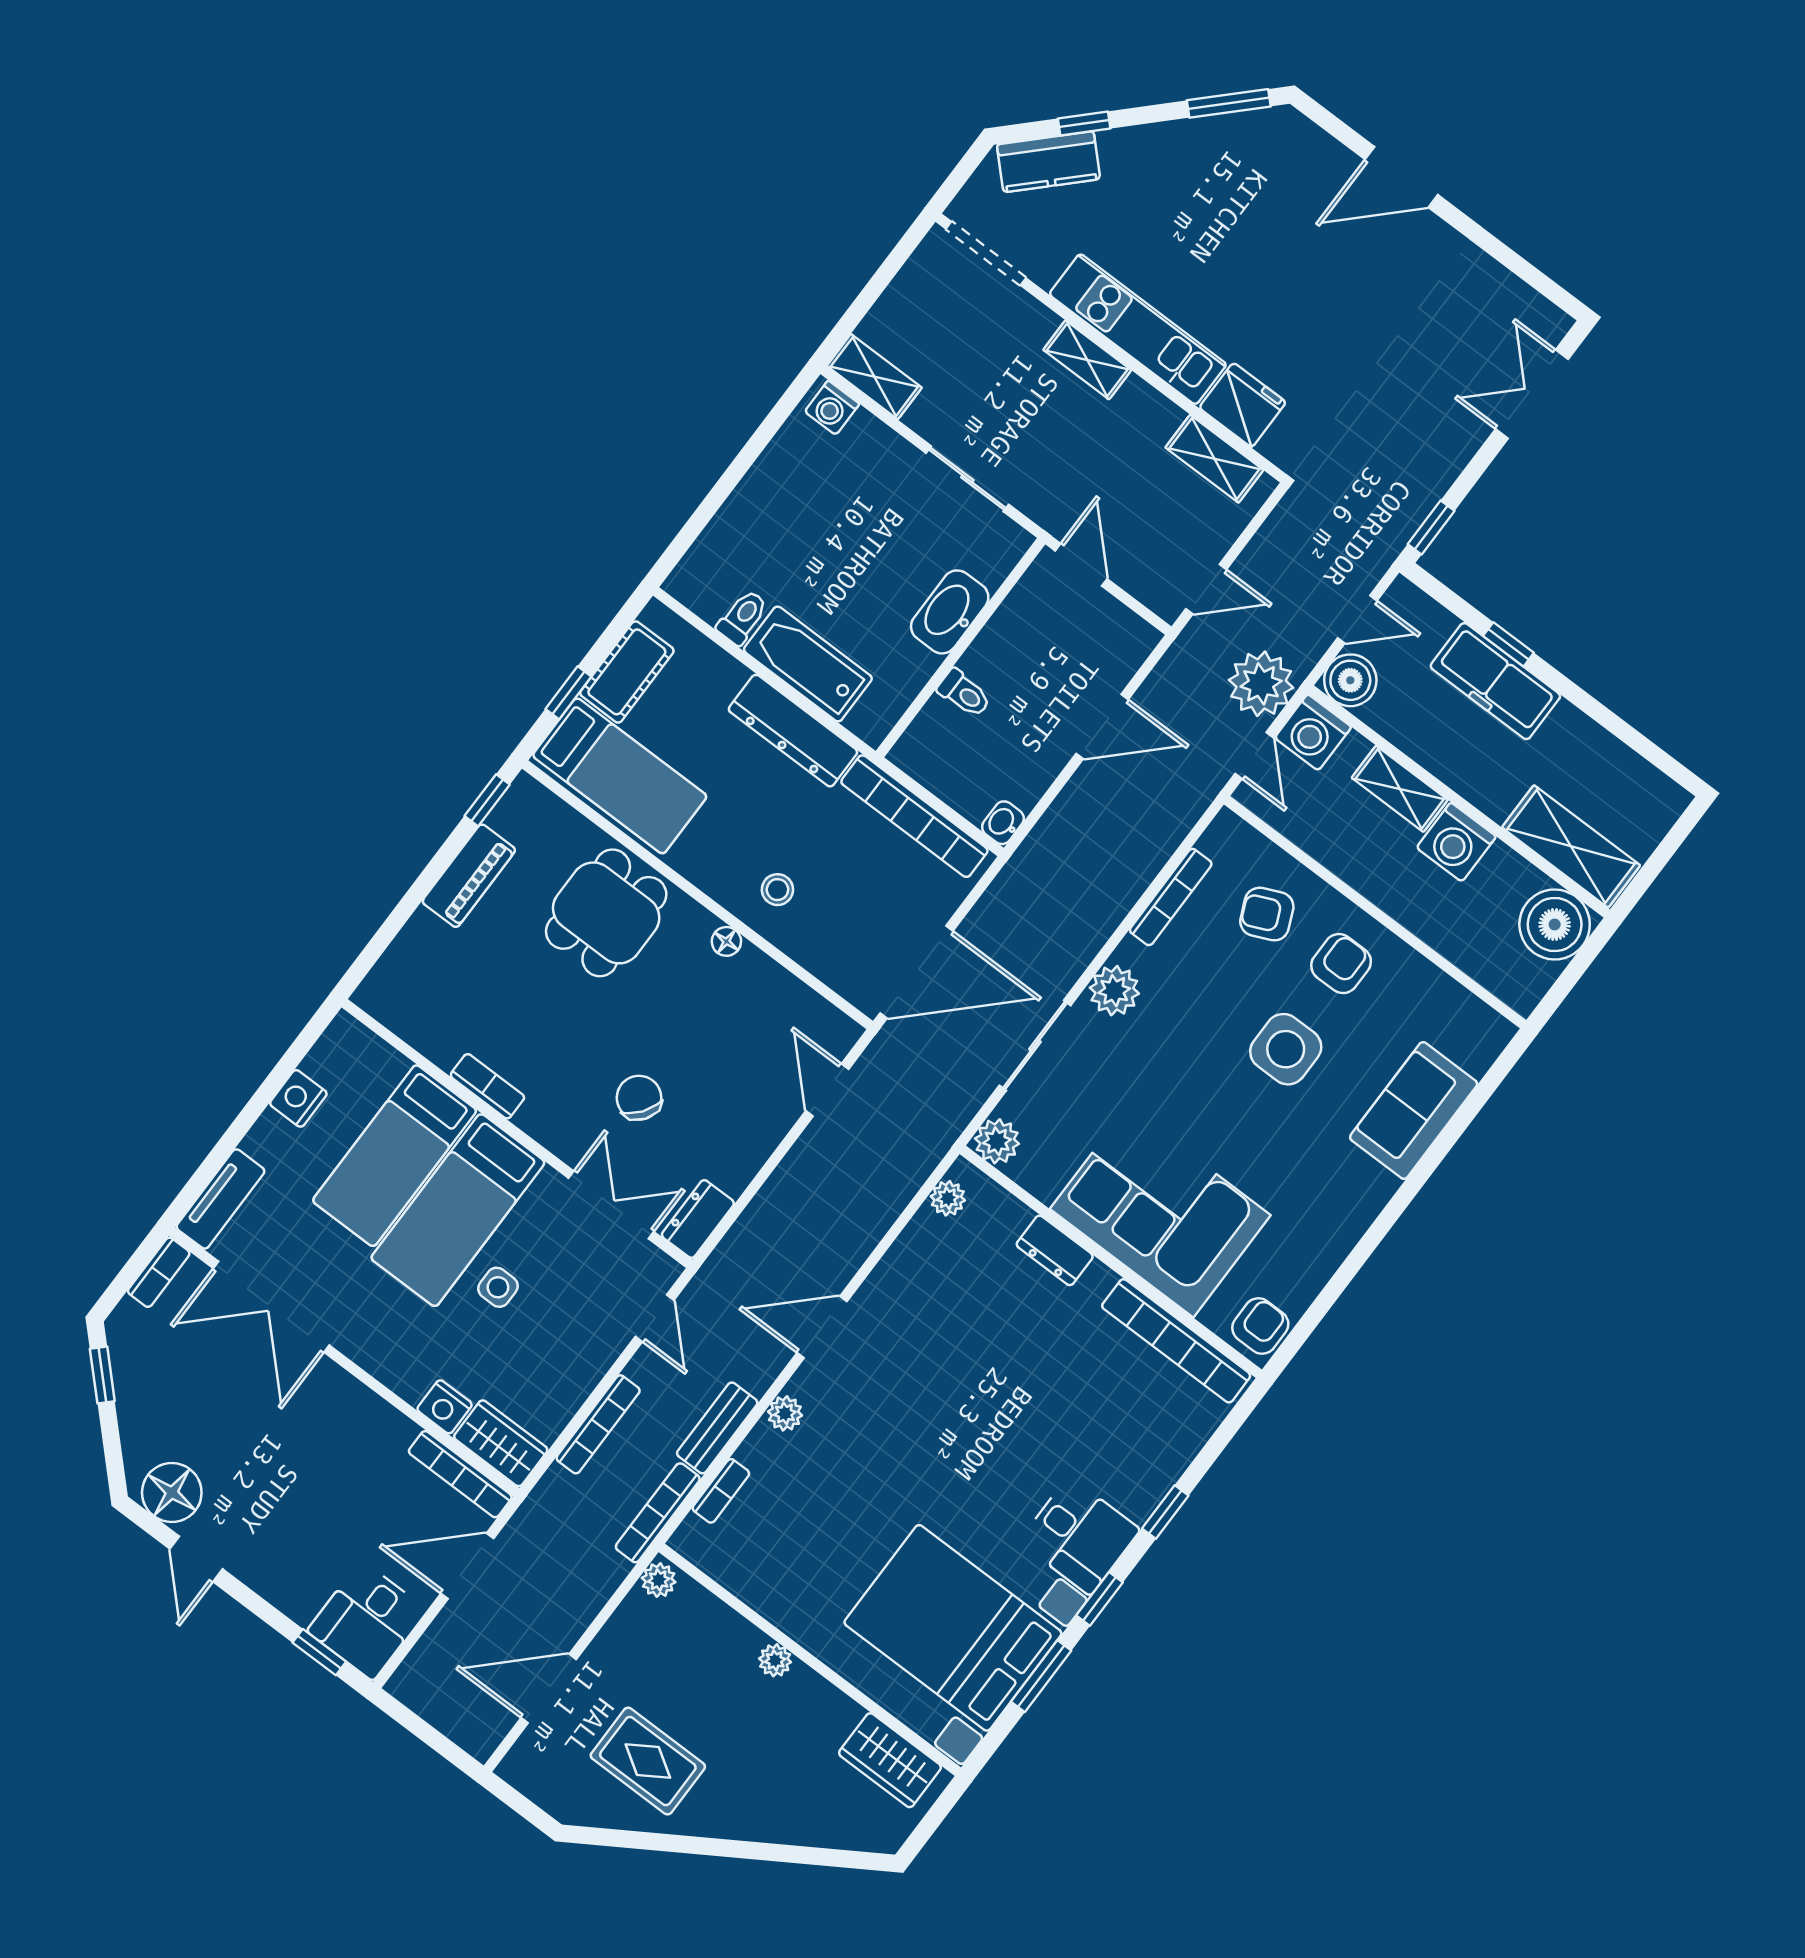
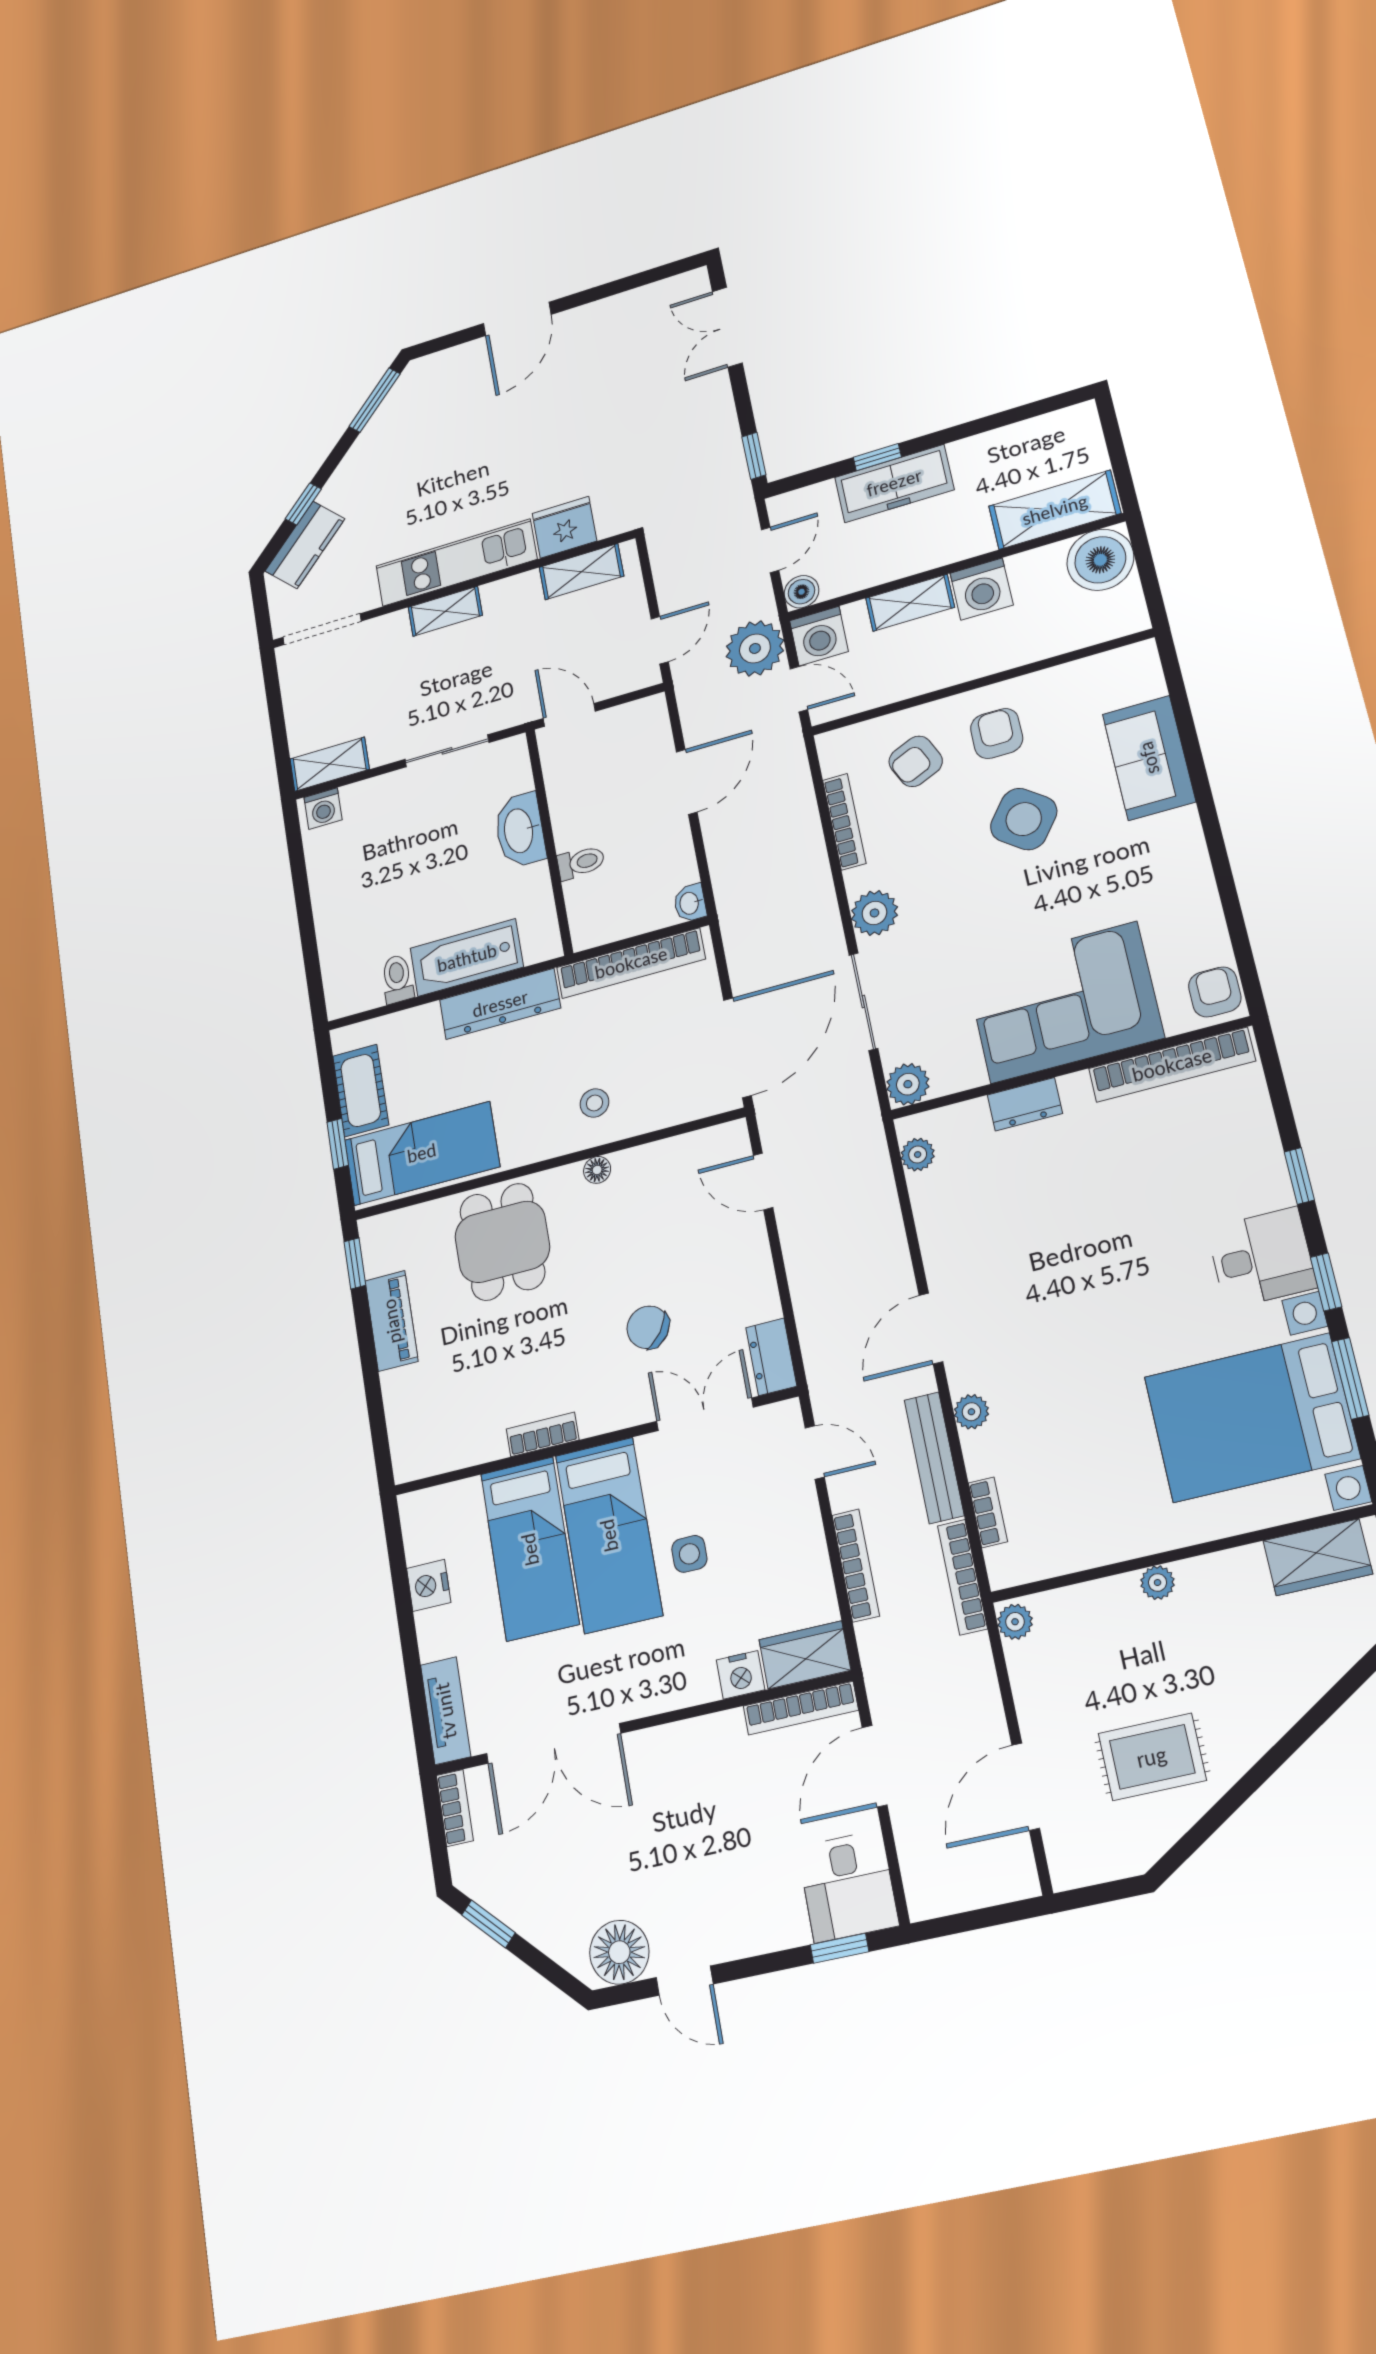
boiler: (1350, 680) -> (802, 592), width x0.73, depth x0.73
side table: (1286, 1049) -> (1024, 819), turned 37
bench: (717, 1428) -> (934, 1458), width x1.36

